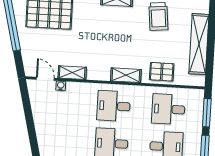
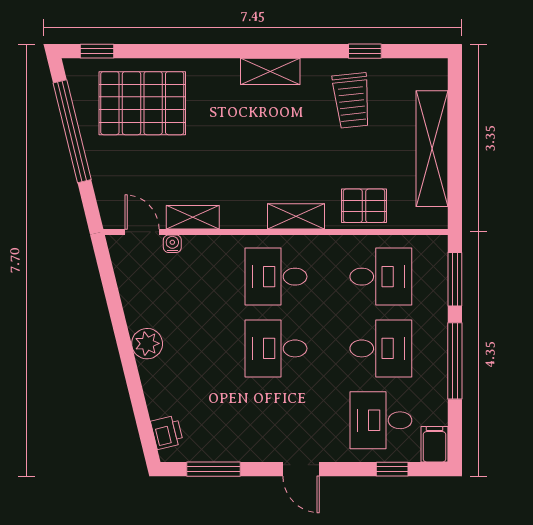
desk: (168, 109) -> (381, 277), turned 180
plant: (45, 137) -> (147, 344), added

